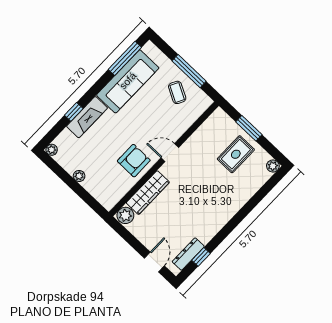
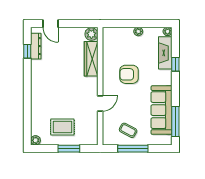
fireplace: (87, 117) -> (165, 53), moved
door: (170, 153) -> (100, 103), moved
rug: (236, 154) -> (62, 127), turned 90
armchair: (134, 161) -> (129, 74), moved, turned 90

